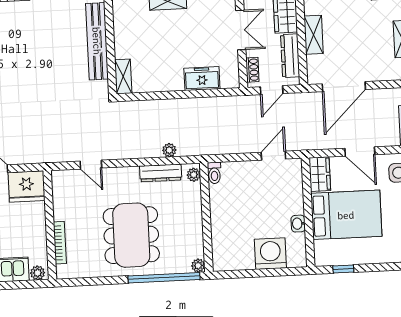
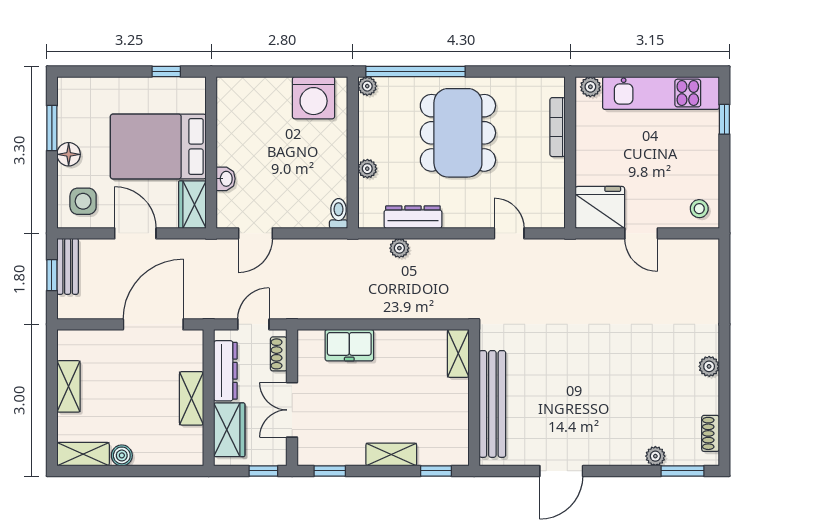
plant: (194, 175) -> (367, 169), moved
washbasin: (298, 224) -> (226, 179), moved
washing machine: (270, 254) -> (314, 98), moved

